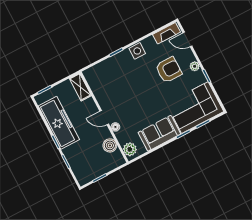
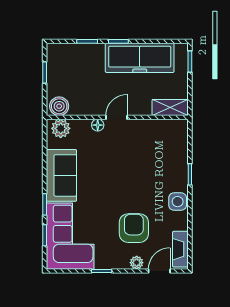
plant: (195, 66) -> (137, 263), moved
armchair: (169, 70) -> (134, 228), turned 180
boiler: (110, 145) -> (59, 106), moved

